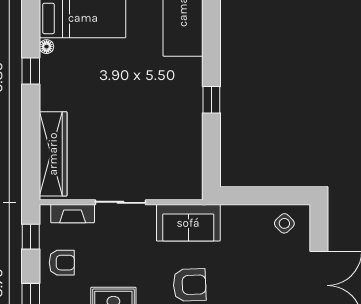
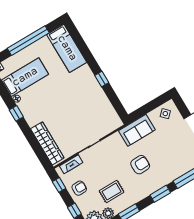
sofa: (188, 223) -> (137, 130), moved

